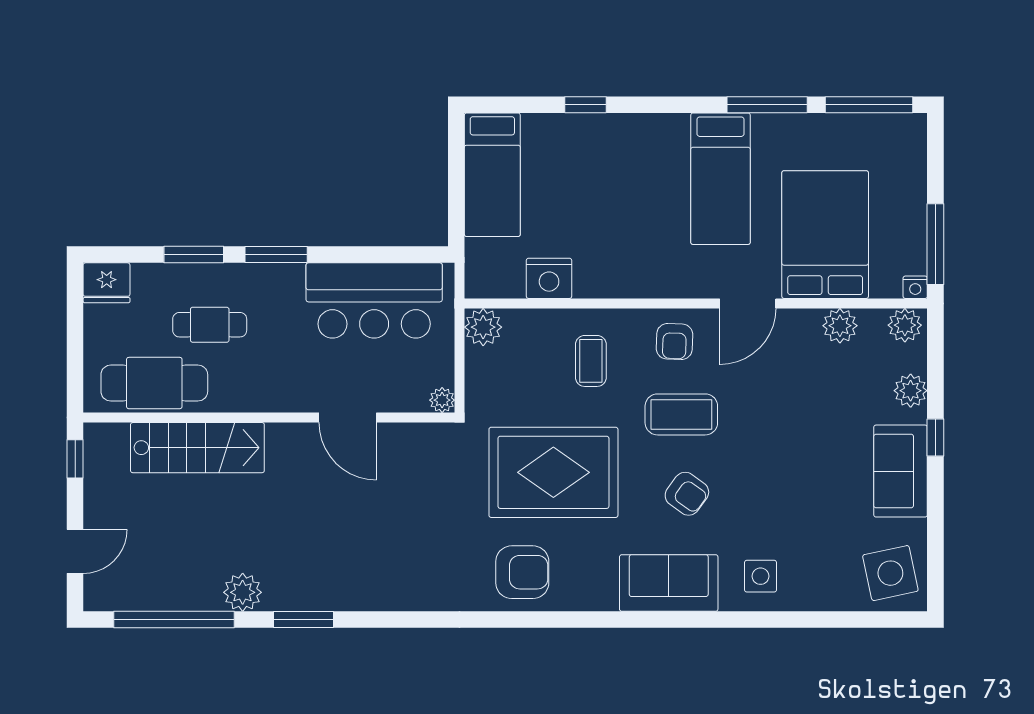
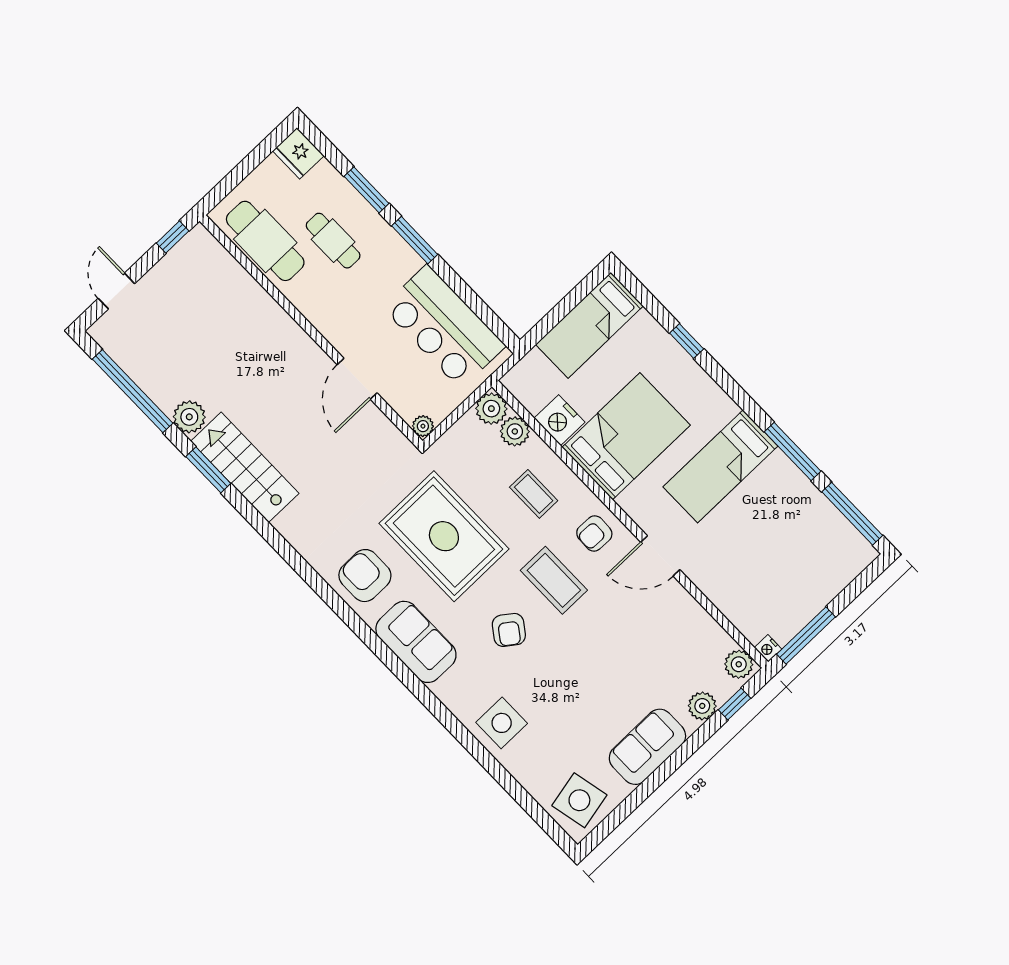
bed: (825, 235) -> (626, 436), moved
plant: (840, 326) -> (515, 431), moved
coffee table: (591, 361) -> (534, 494), turned 90
window: (935, 437) -> (735, 704), moved
stairs: (197, 448) -> (245, 467), moved, turned 180
door: (75, 551) -> (116, 291), swing flipped
armchair: (522, 572) -> (365, 576), turned 180
side table: (760, 576) -> (502, 723), width x1.37, depth x1.37
sofa: (669, 583) -> (416, 642), moved

